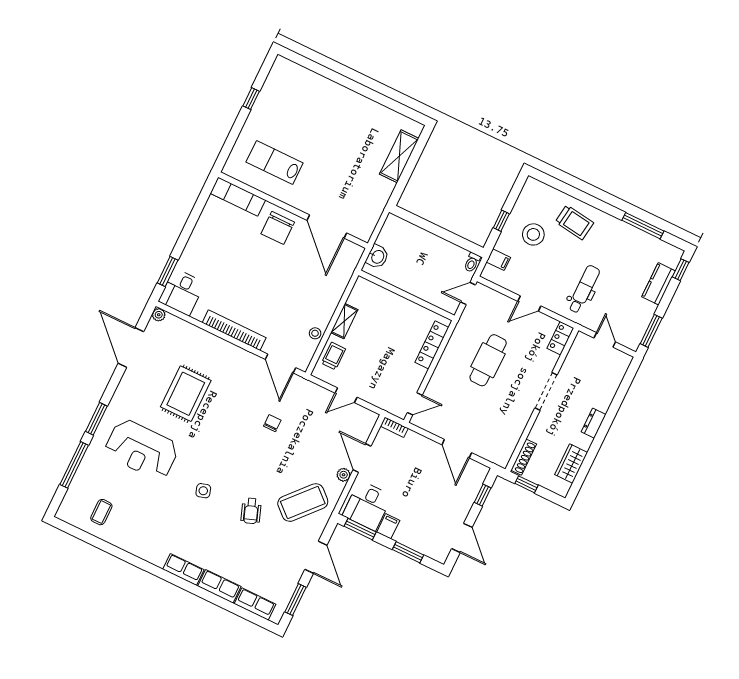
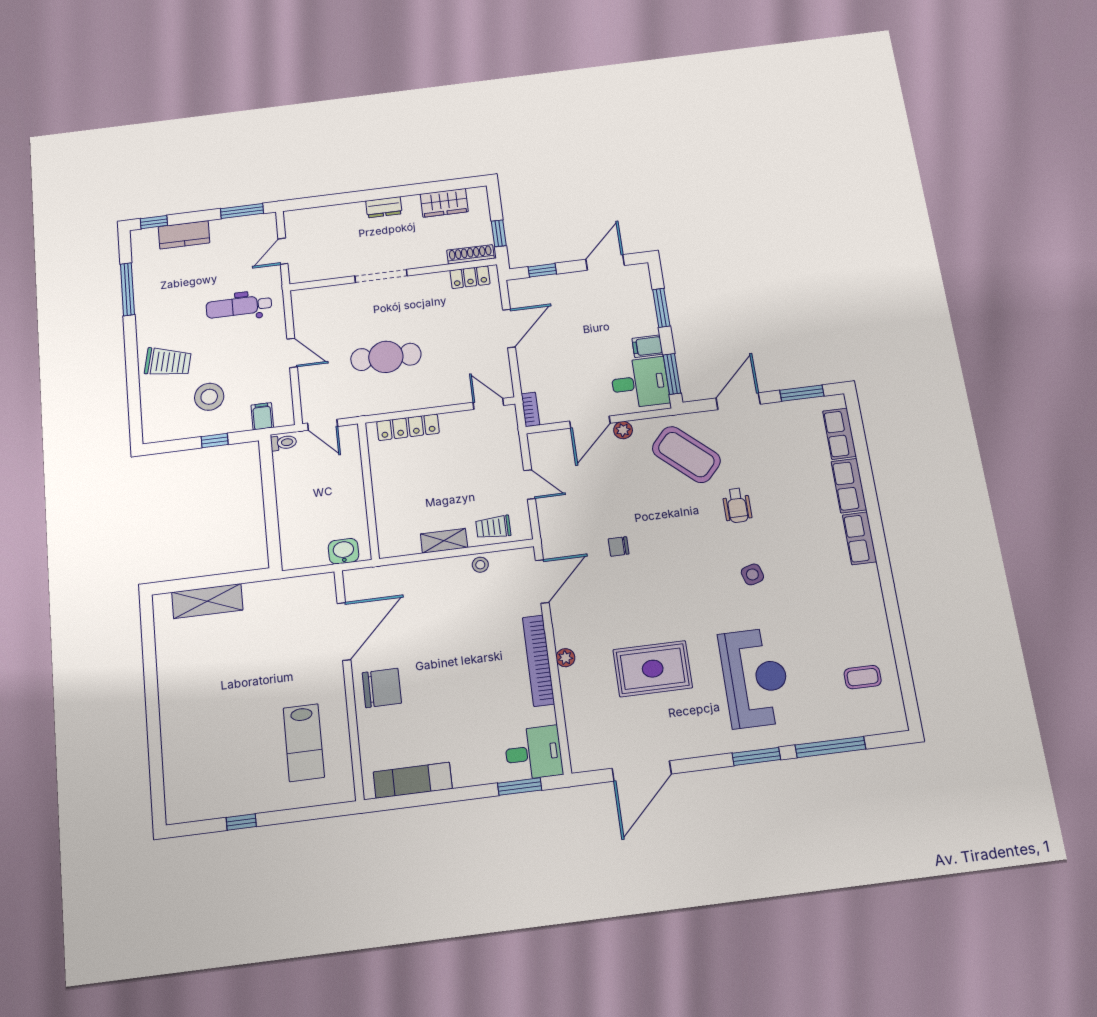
exam couch: (238, 197) -> (413, 780), moved, turned -90
trolley: (574, 222) -> (168, 362), turned 94
plant: (159, 315) -> (565, 658), moved
locker: (560, 338) -> (470, 277), moved
wheelchair: (251, 511) -> (737, 505), turned 110

